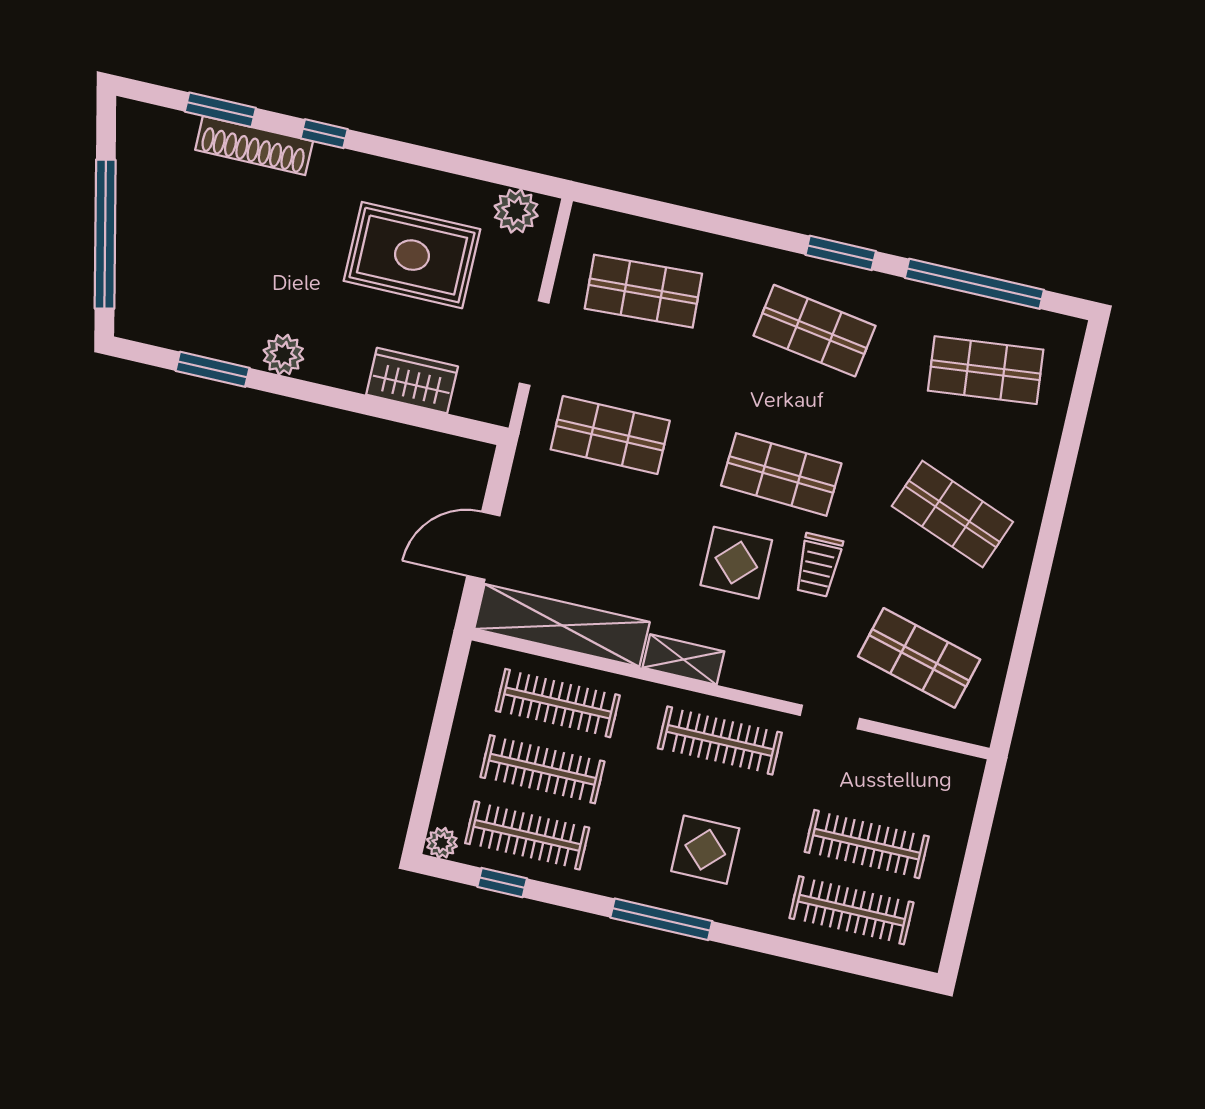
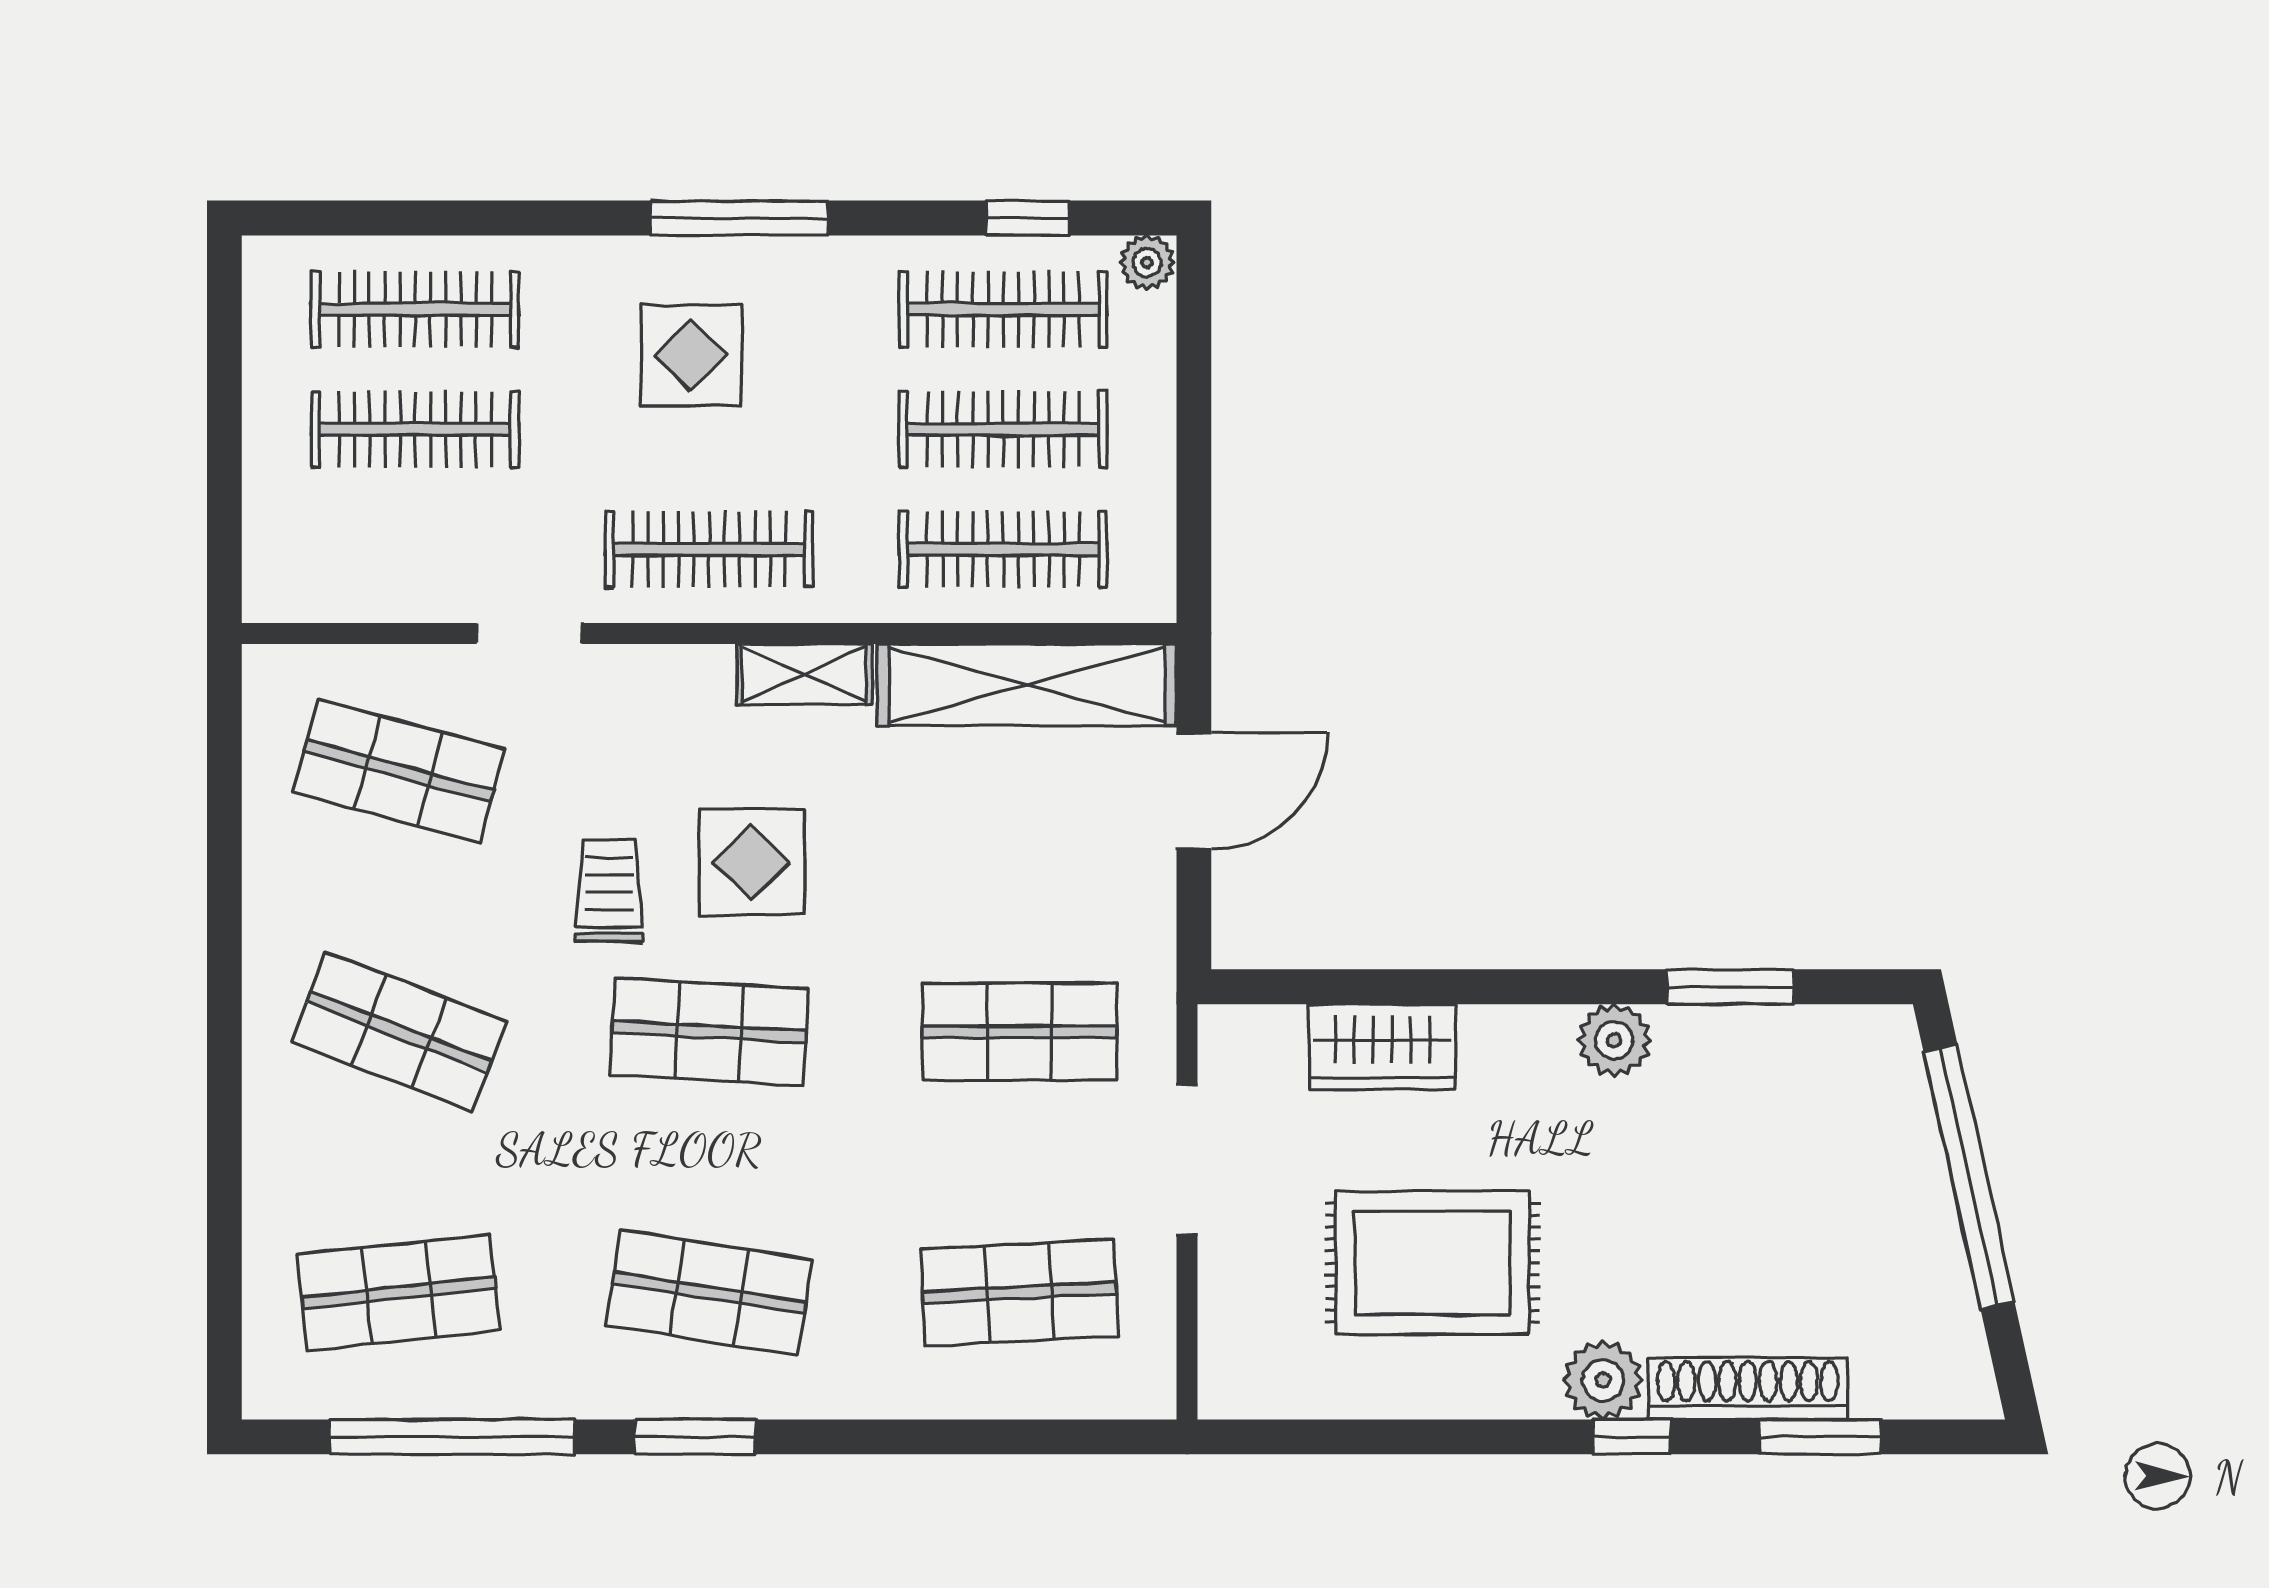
plant: (516, 211) -> (1603, 1380), moved

